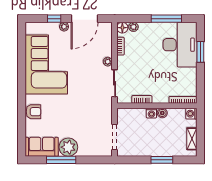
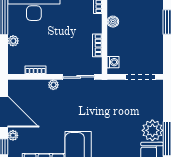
plant: (133, 27) -> (13, 41), moved
floor lamp: (122, 28) -> (14, 68), removed
washing machine: (151, 113) -> (113, 62), moved

